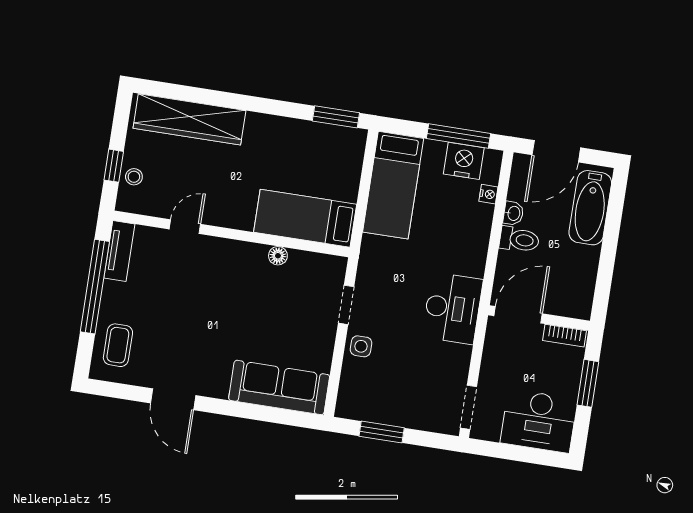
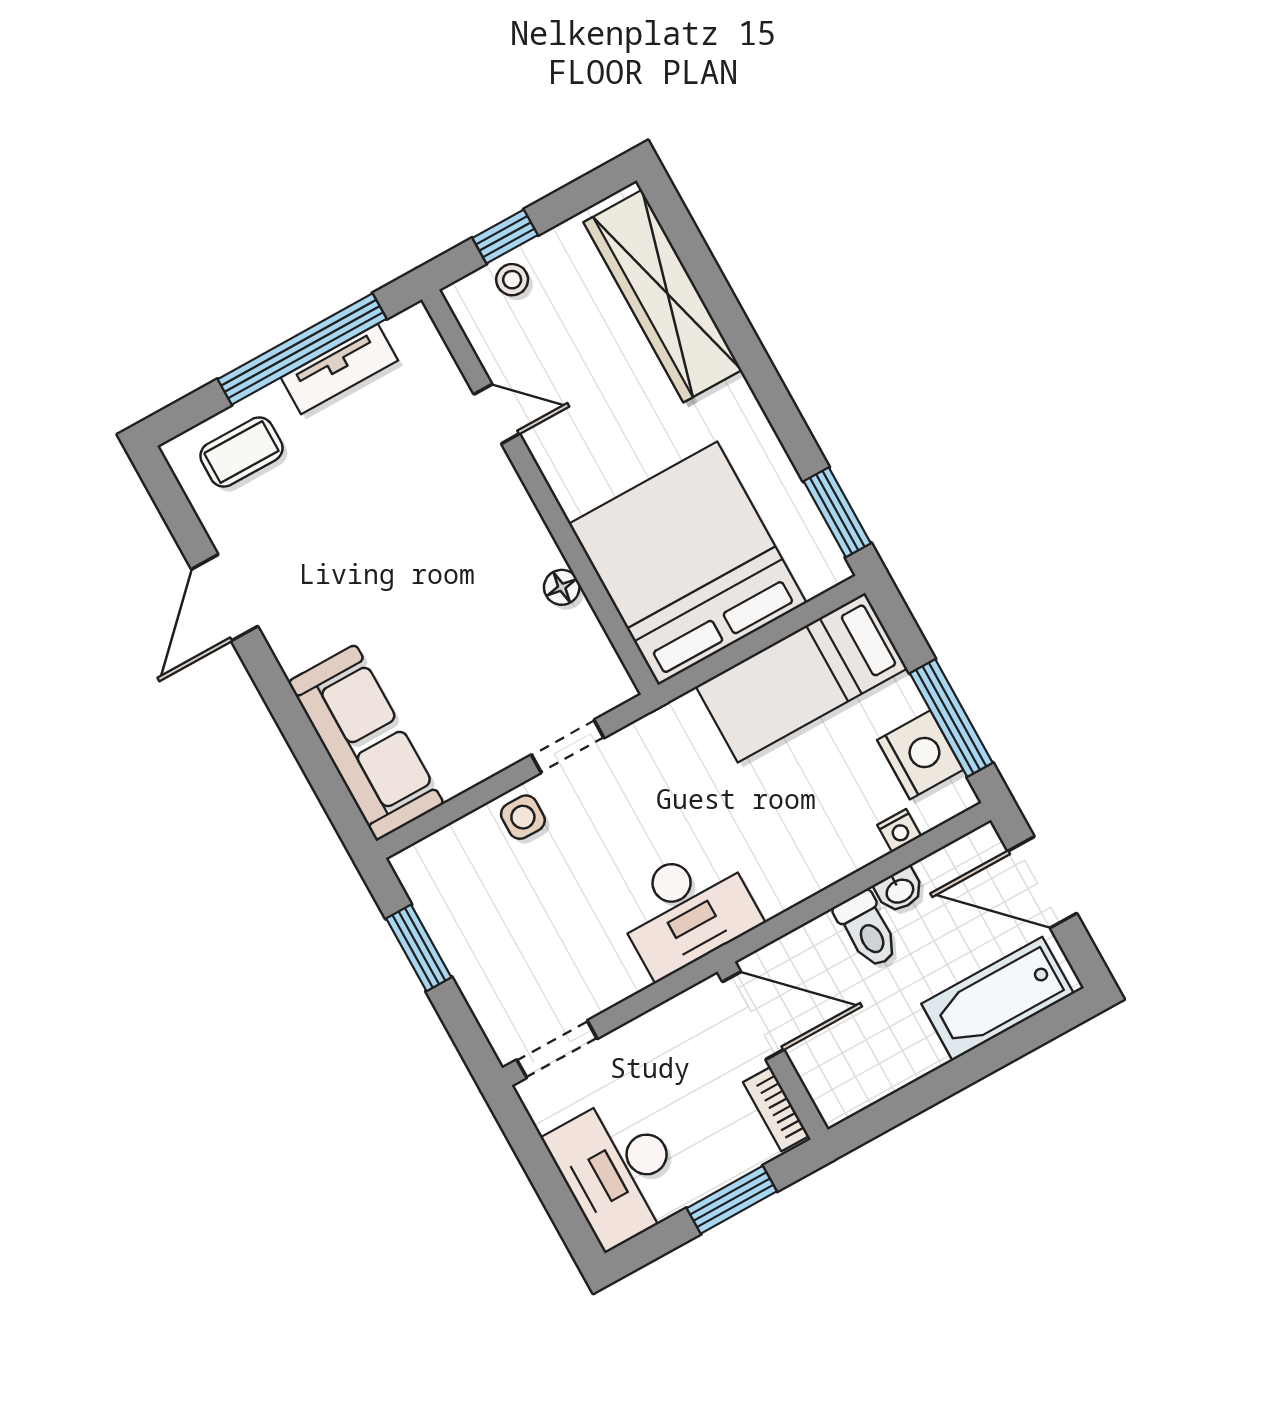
bed: (305, 218) -> (688, 563), width x2.04
tv unit: (119, 251) -> (339, 369), moved

